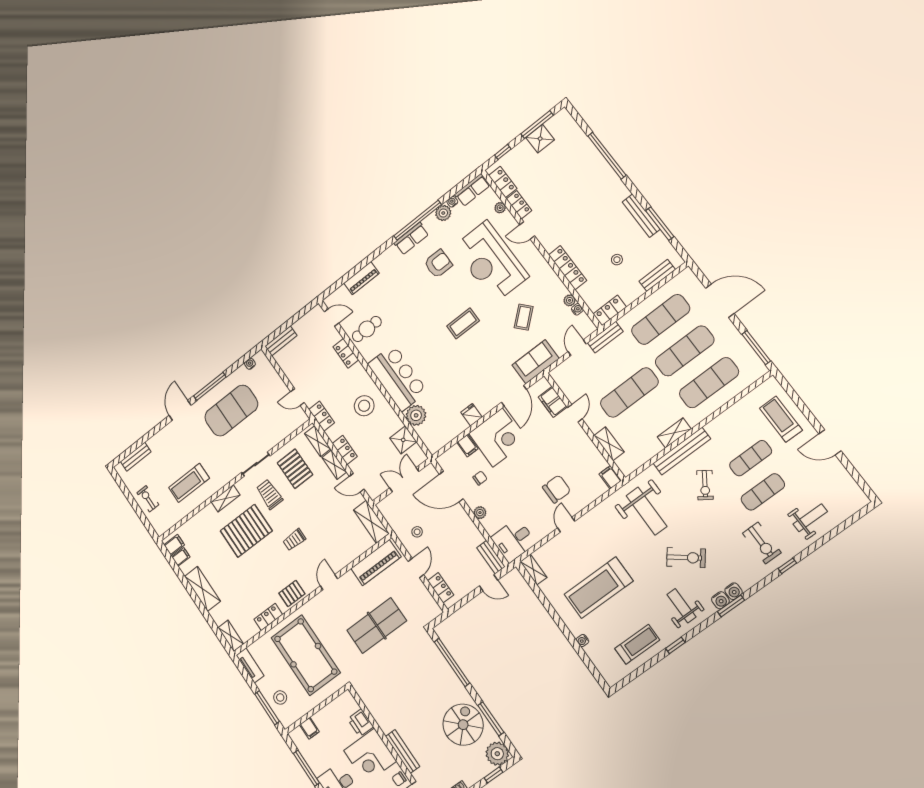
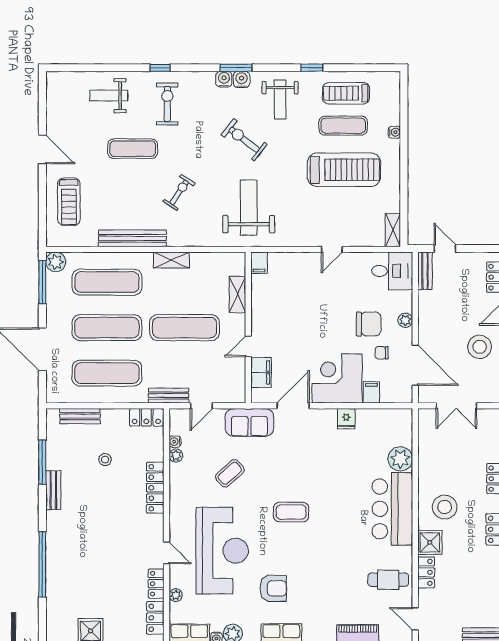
bench: (641, 216) -> (53, 490), width x0.73
armchair: (438, 264) -> (273, 588), turned 180
plant: (757, 369) -> (56, 262), added
shower: (403, 440) -> (430, 542), moved
bench: (682, 451) -> (132, 238), moved
exercise mat: (751, 458) -> (343, 126), moved
chair: (557, 489) -> (369, 324), moved, turned 180
stool: (417, 532) -> (480, 347), width x1.89, depth x1.89

